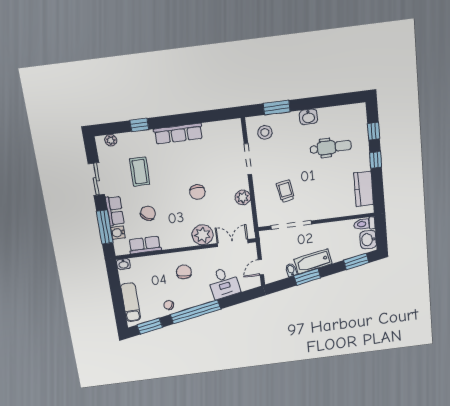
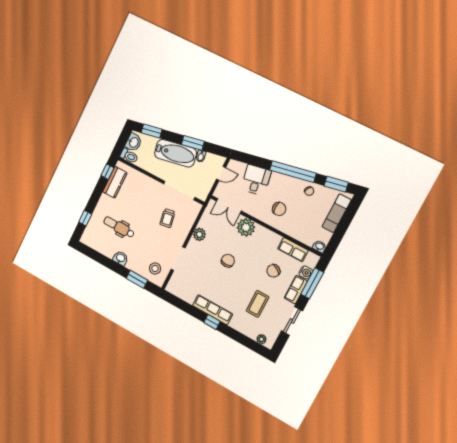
window: (139, 125) -> (212, 322), moved
window: (376, 160) -> (107, 172), moved
bathtub: (313, 261) -> (175, 153), width x1.36, depth x1.36
chair: (184, 272) -> (279, 209), turned -95

